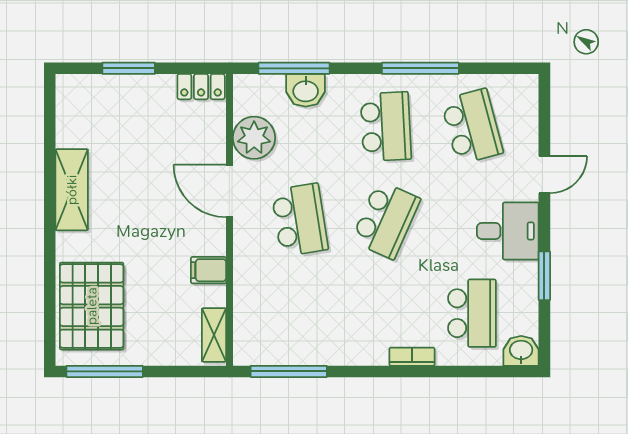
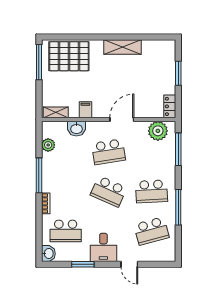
washbasin: (306, 90) -> (76, 129), moved, turned -90
plant: (254, 138) -> (158, 131), moved
plant: (285, 351) -> (48, 145), added
window: (289, 371) -> (39, 175), moved

